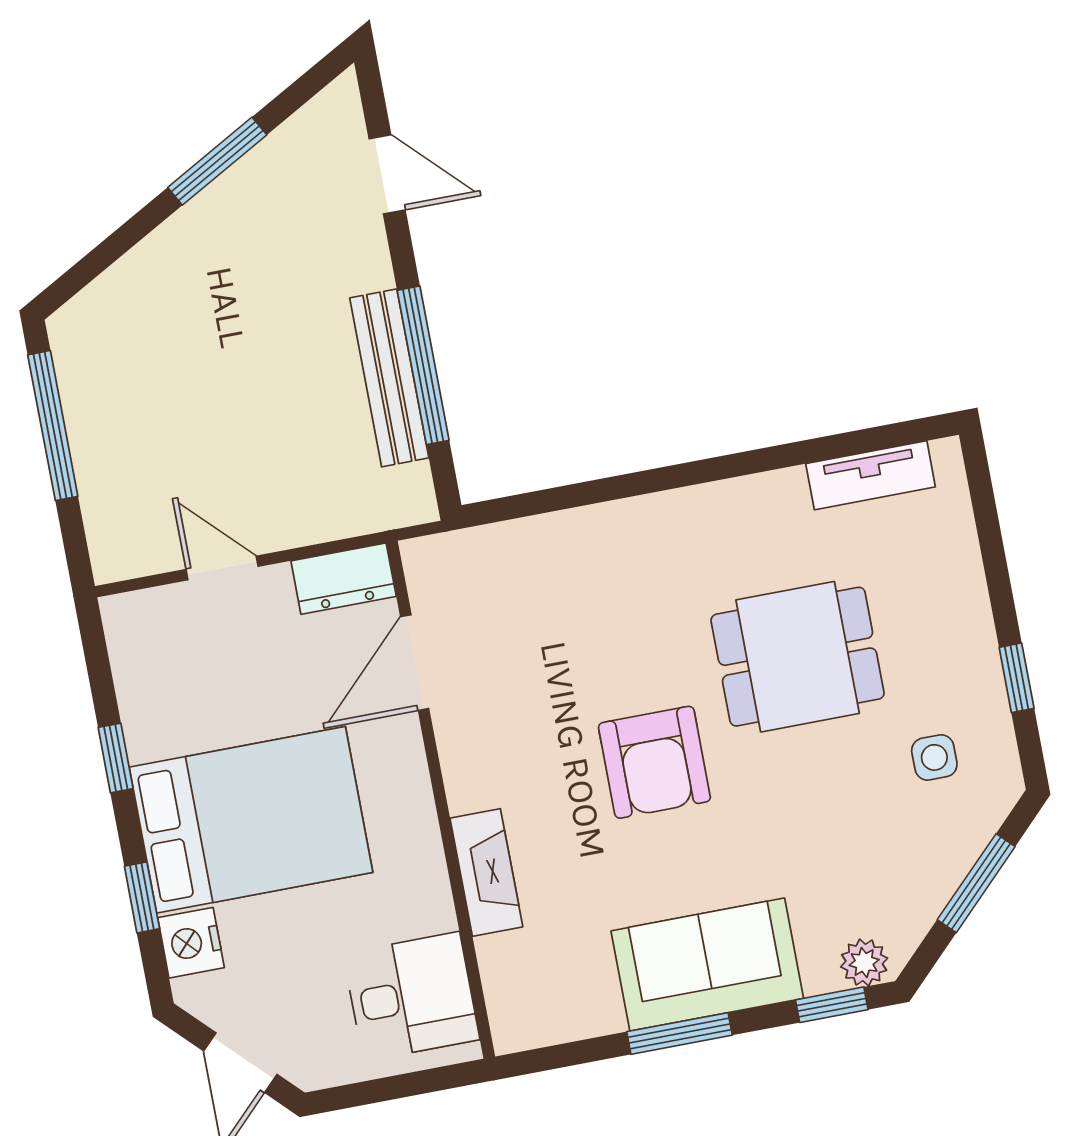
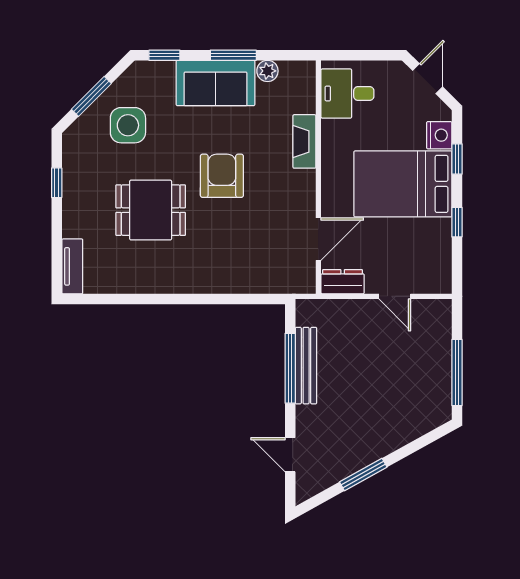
tv unit: (871, 475) -> (72, 266), moved, turned 90
side table: (934, 757) -> (128, 125), moved, width x1.87, depth x1.87
plant: (864, 962) -> (267, 71), moved

